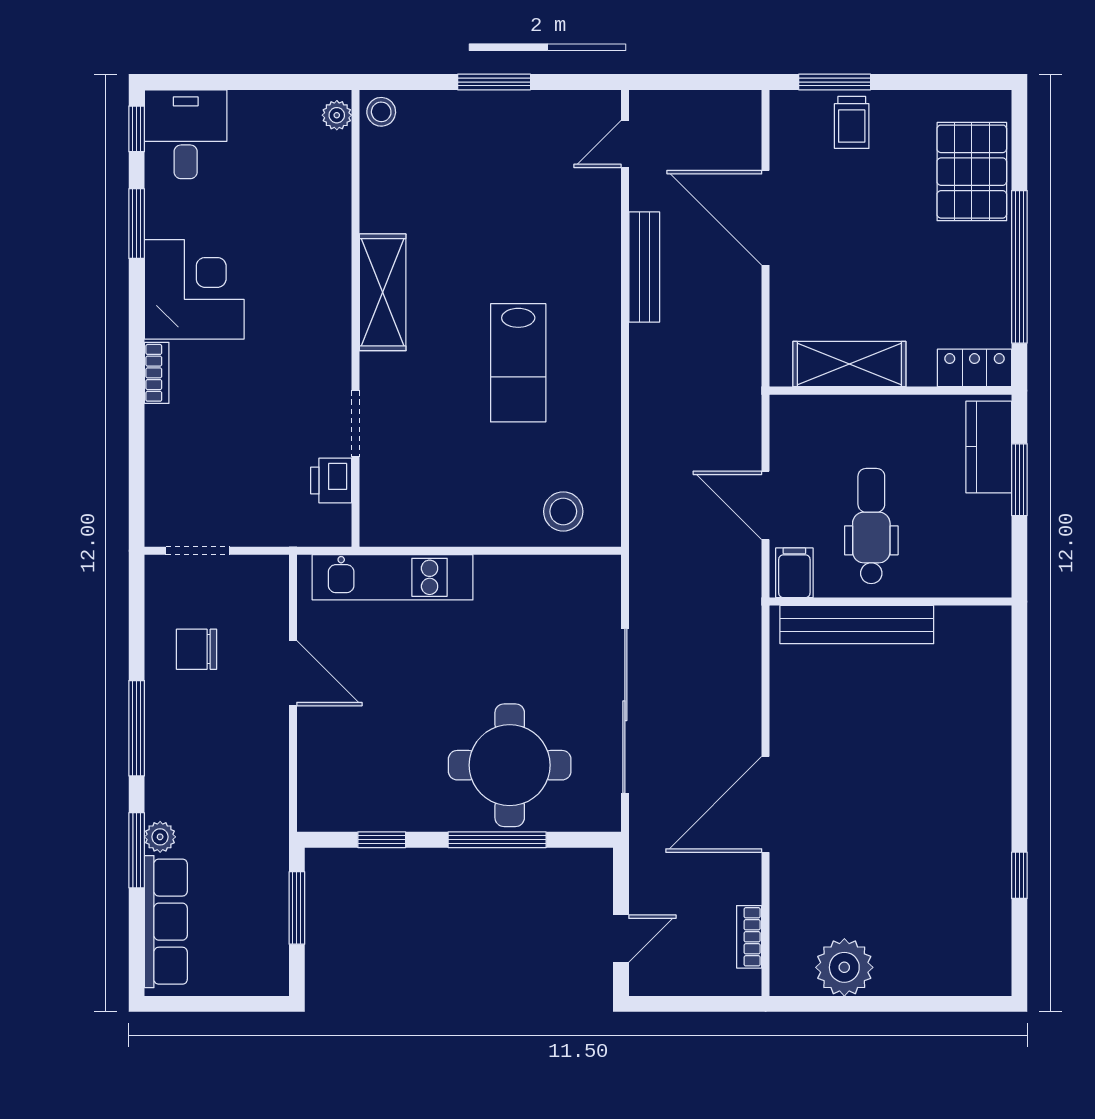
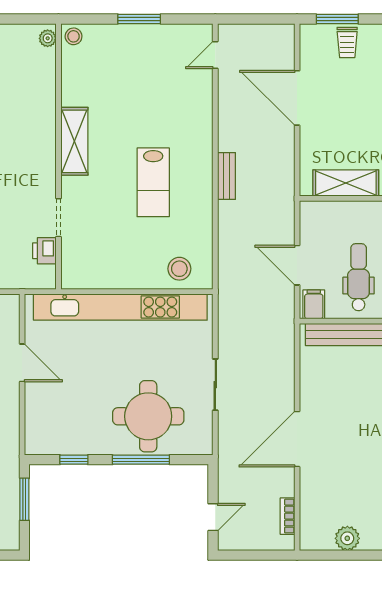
bench: (644, 267) -> (226, 176), moved, width x0.73
kitchen unit: (393, 577) -> (120, 307), width x1.86
sliding door: (625, 711) -> (215, 385), width x0.54
plant: (844, 967) -> (347, 538), width x0.73, depth x0.73

